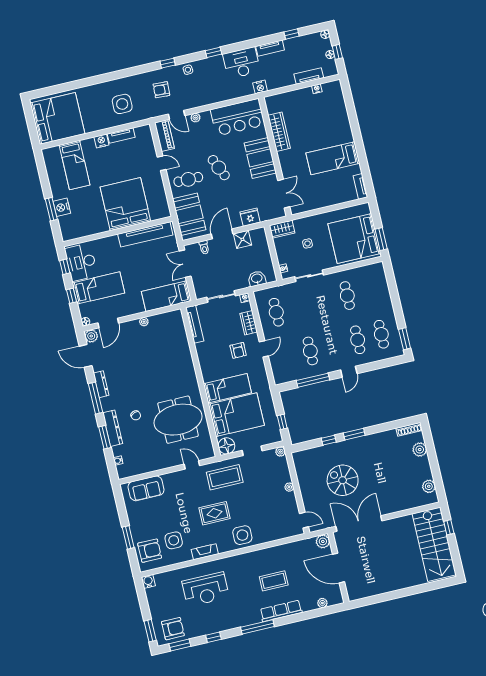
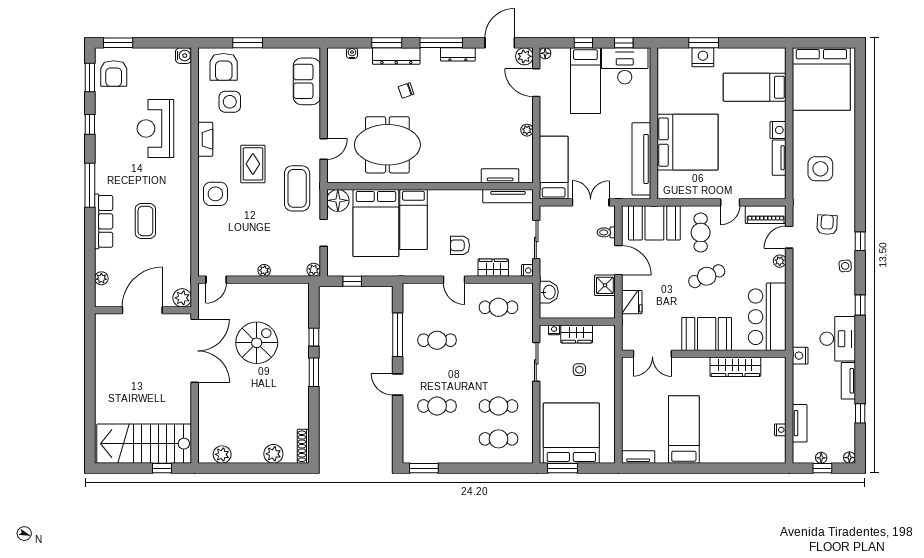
wardrobe: (282, 229) -> (577, 334), moved, turned -90
tv unit: (181, 333) -> (500, 176), added
cafe table: (381, 334) -> (498, 439), moved
meeting table: (178, 420) -> (387, 145), turned 90

